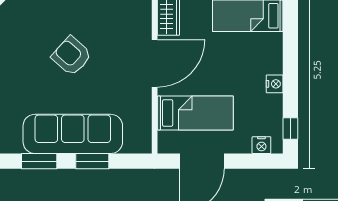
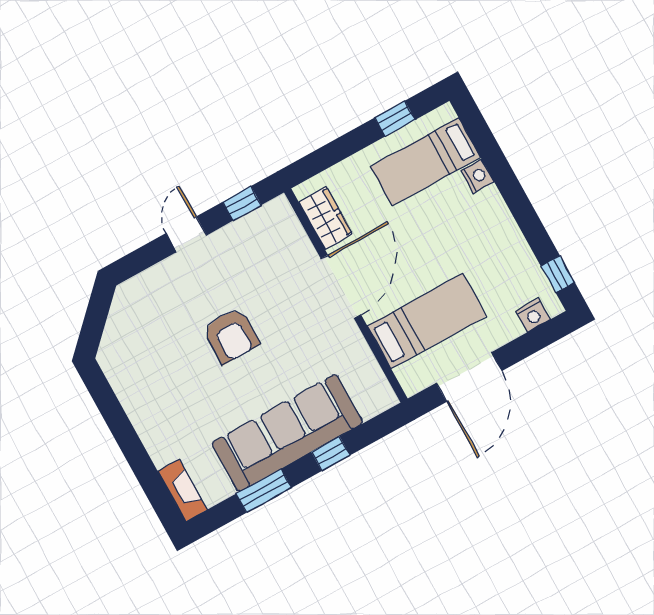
armchair: (72, 56) -> (231, 336), turned -132
nightstand: (275, 84) -> (477, 176), moved
window: (92, 161) -> (331, 454), width x0.67

